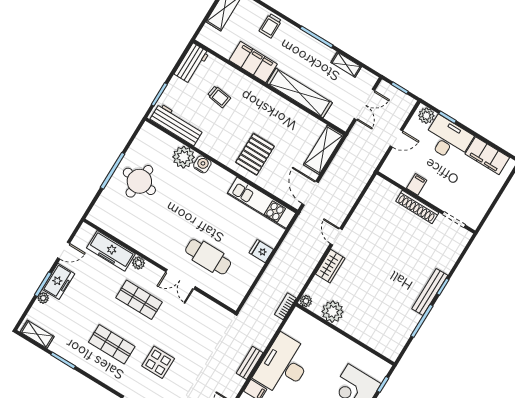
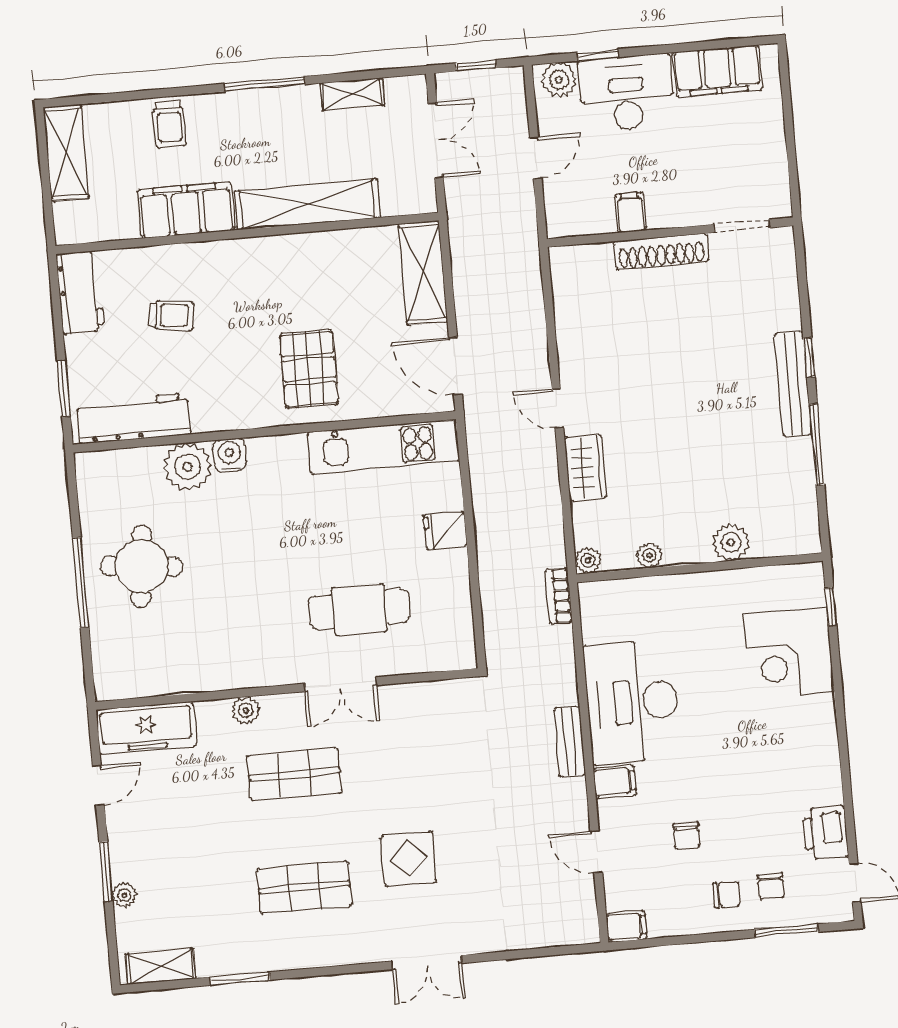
freezer: (111, 251) -> (146, 728), moved
freezer: (58, 281) -> (129, 846), removed
plant: (333, 312) -> (649, 555), width x0.53, depth x0.53
plant: (363, 334) -> (731, 543), added

